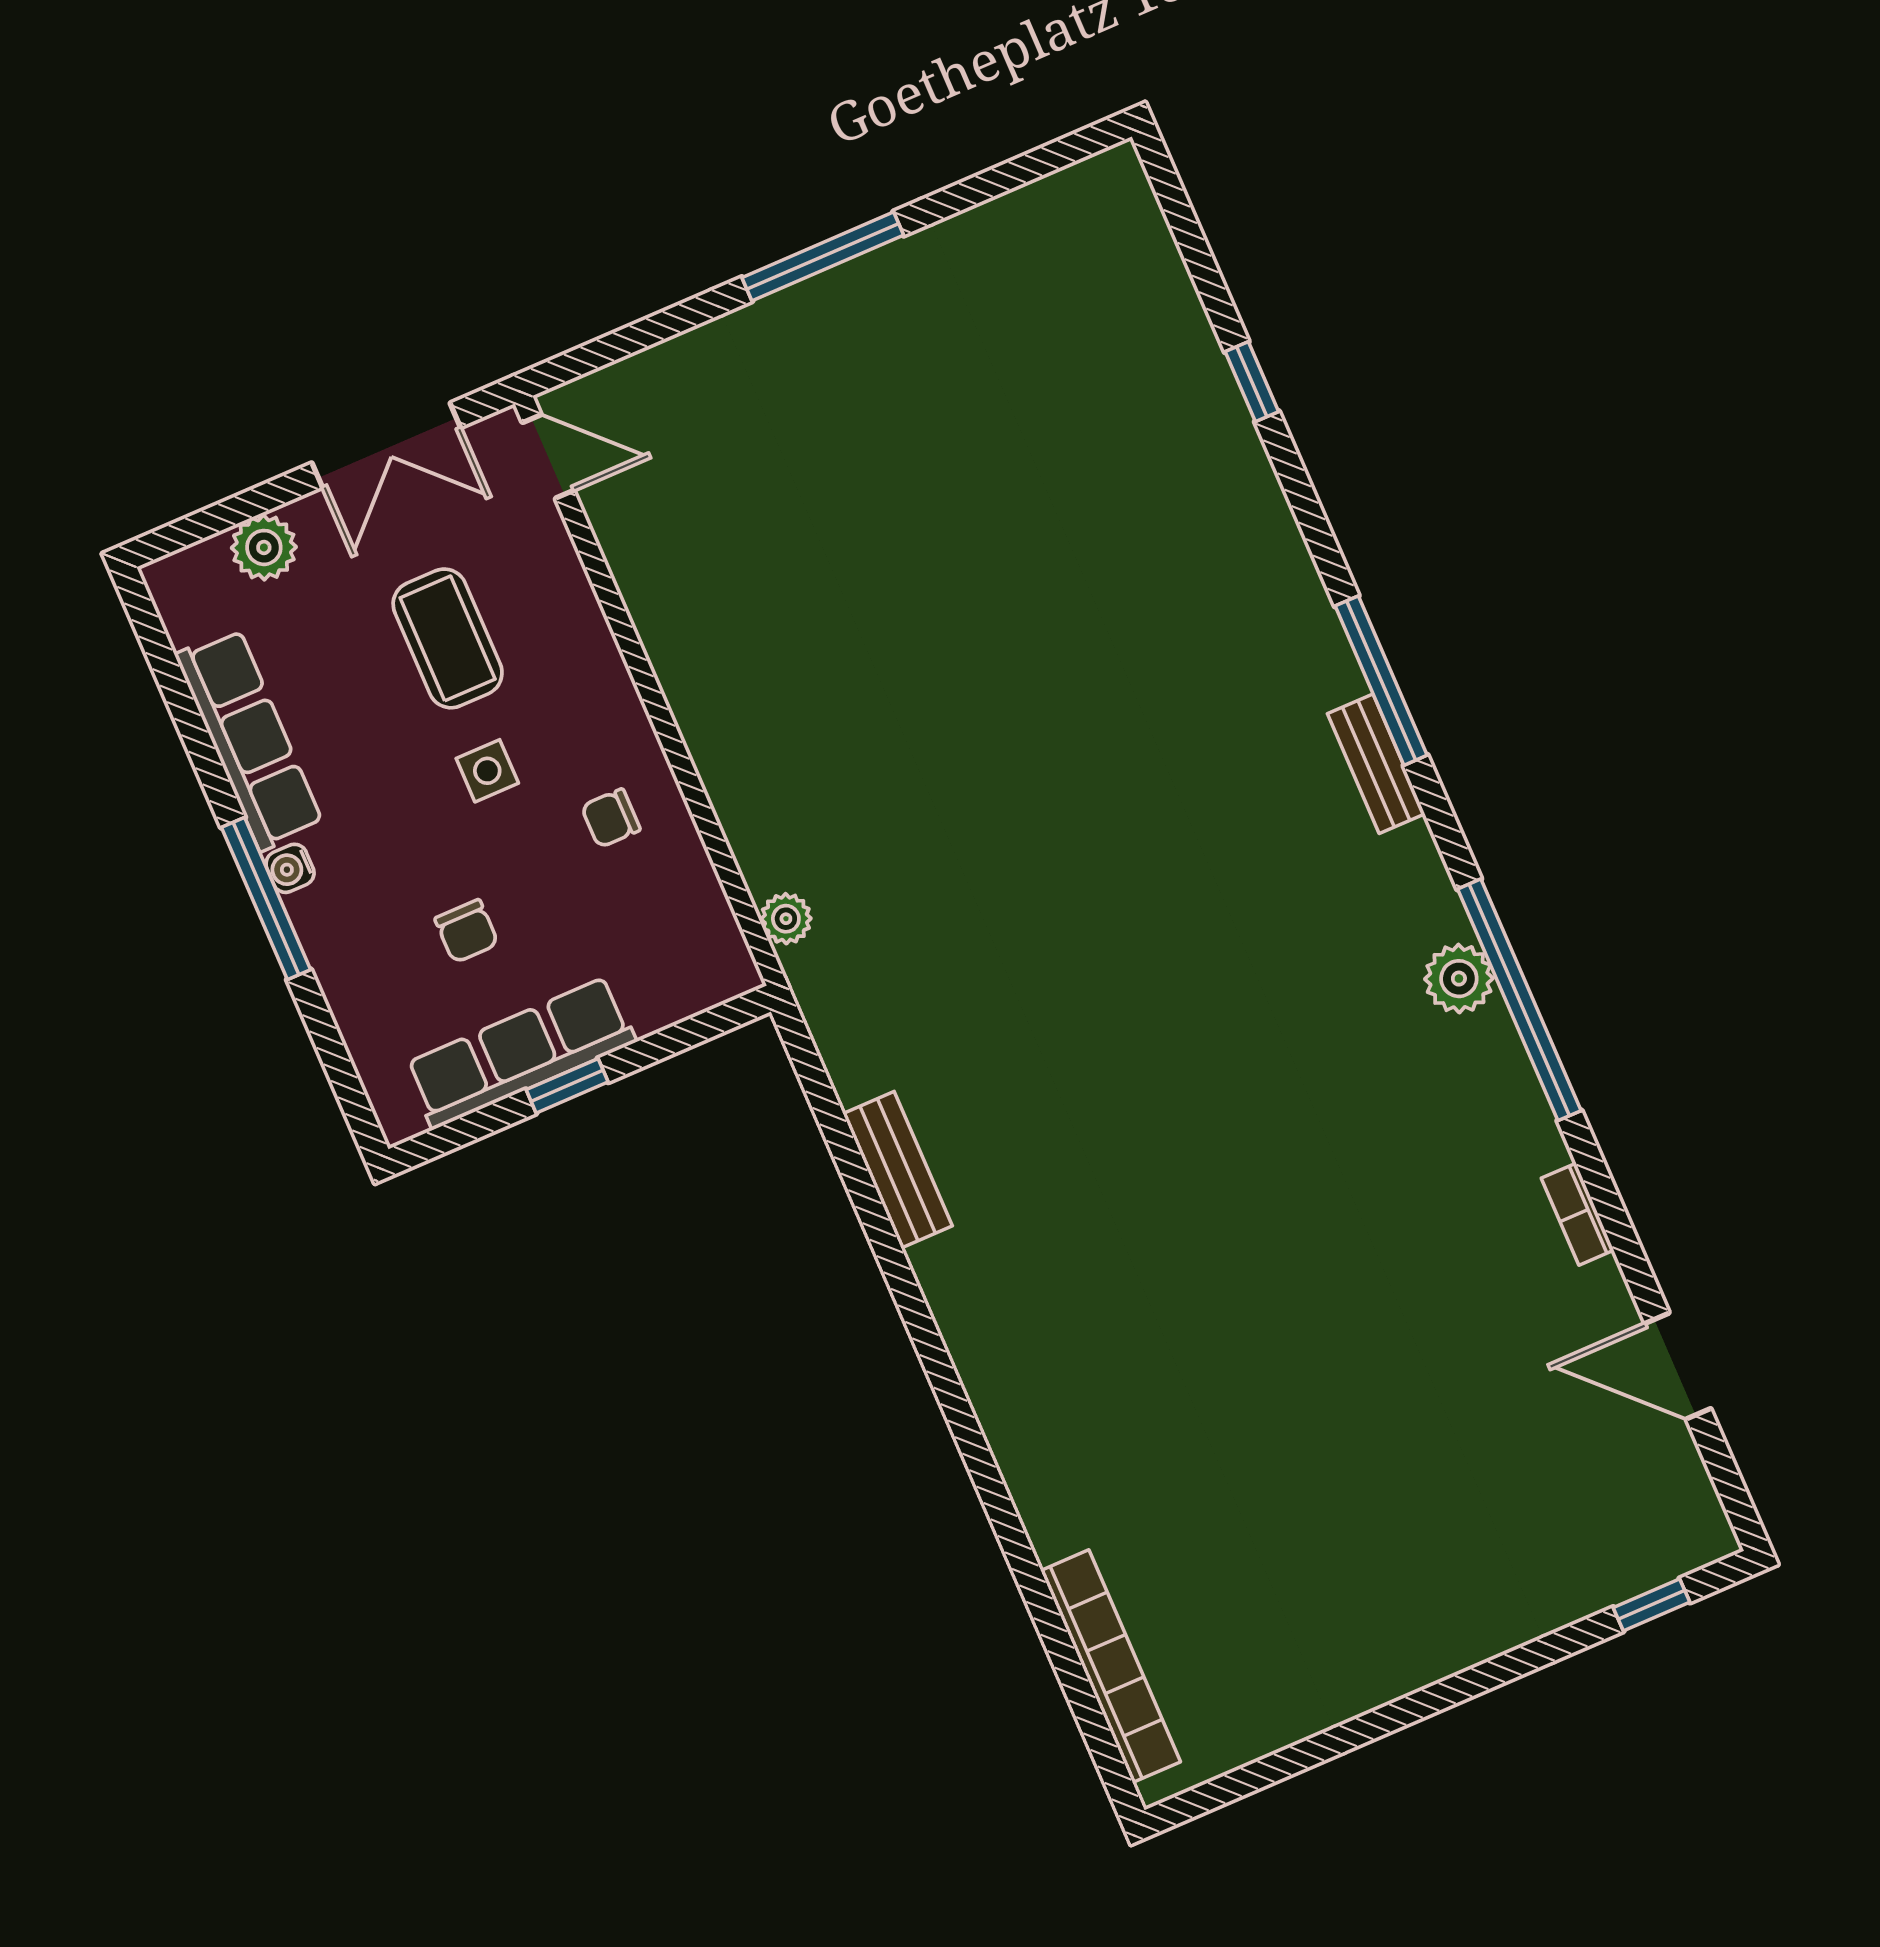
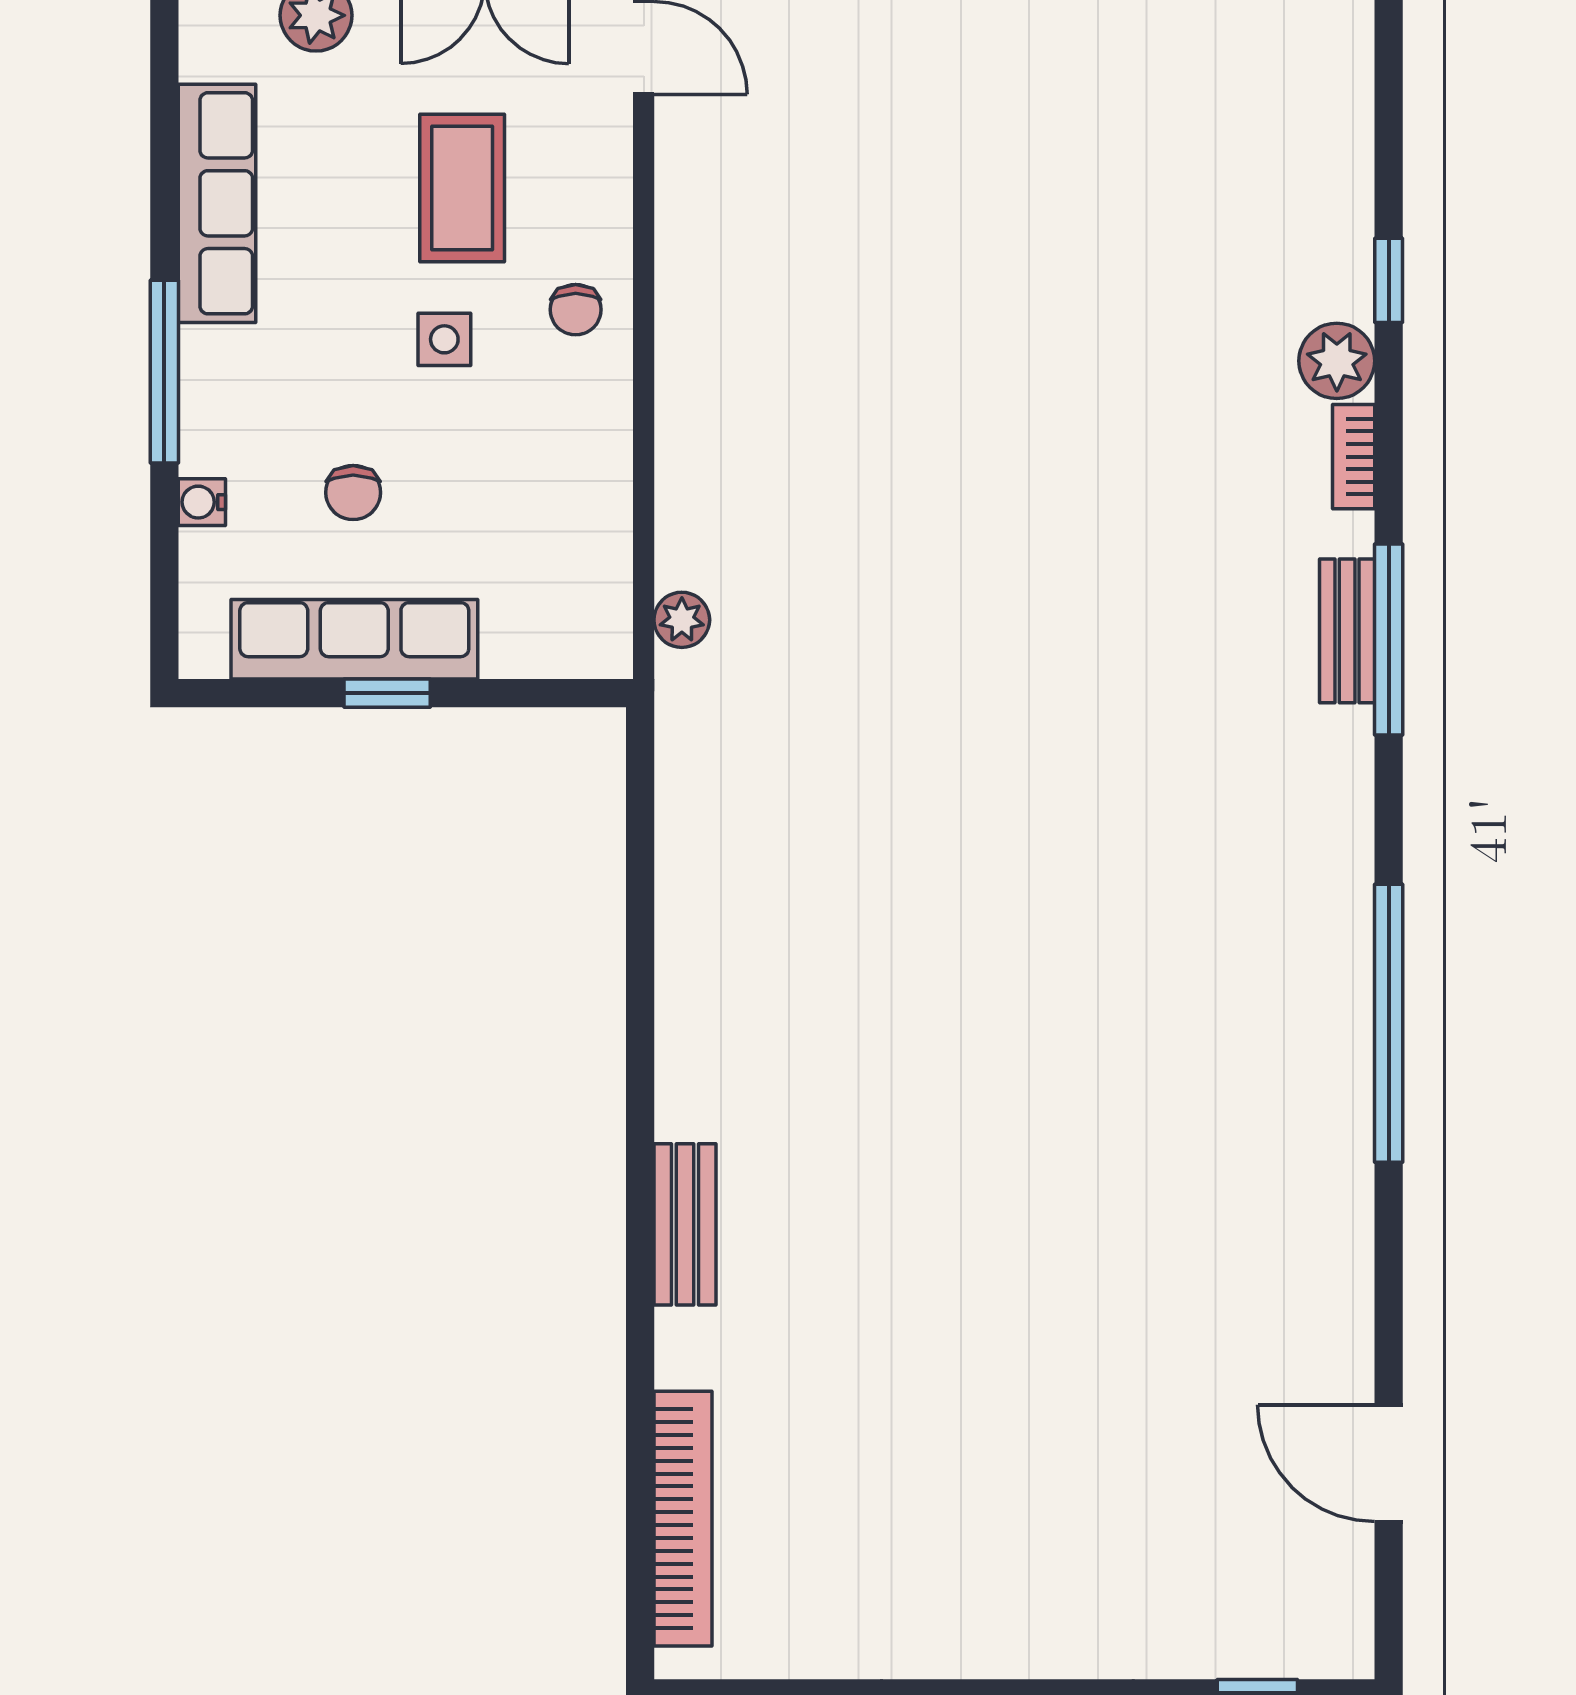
bench: (1376, 764) -> (1347, 631), moved
chair: (611, 818) -> (576, 310), moved, turned -90
water cooler: (290, 868) -> (202, 502), moved
plant: (1459, 979) -> (1337, 361), moved
bench: (898, 1170) -> (685, 1224), moved
bookcase: (1578, 1214) -> (1354, 457), moved

